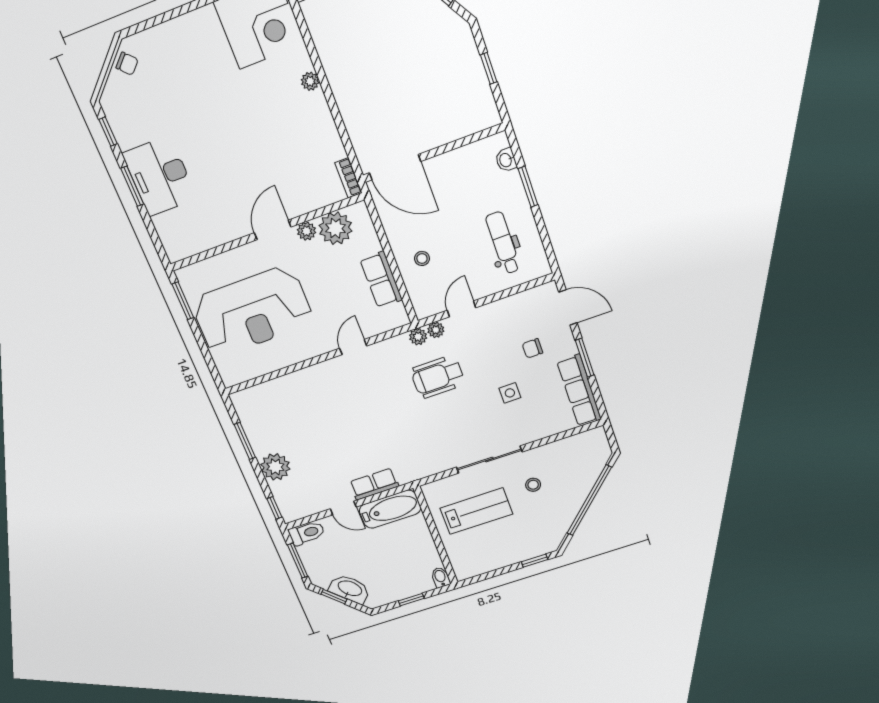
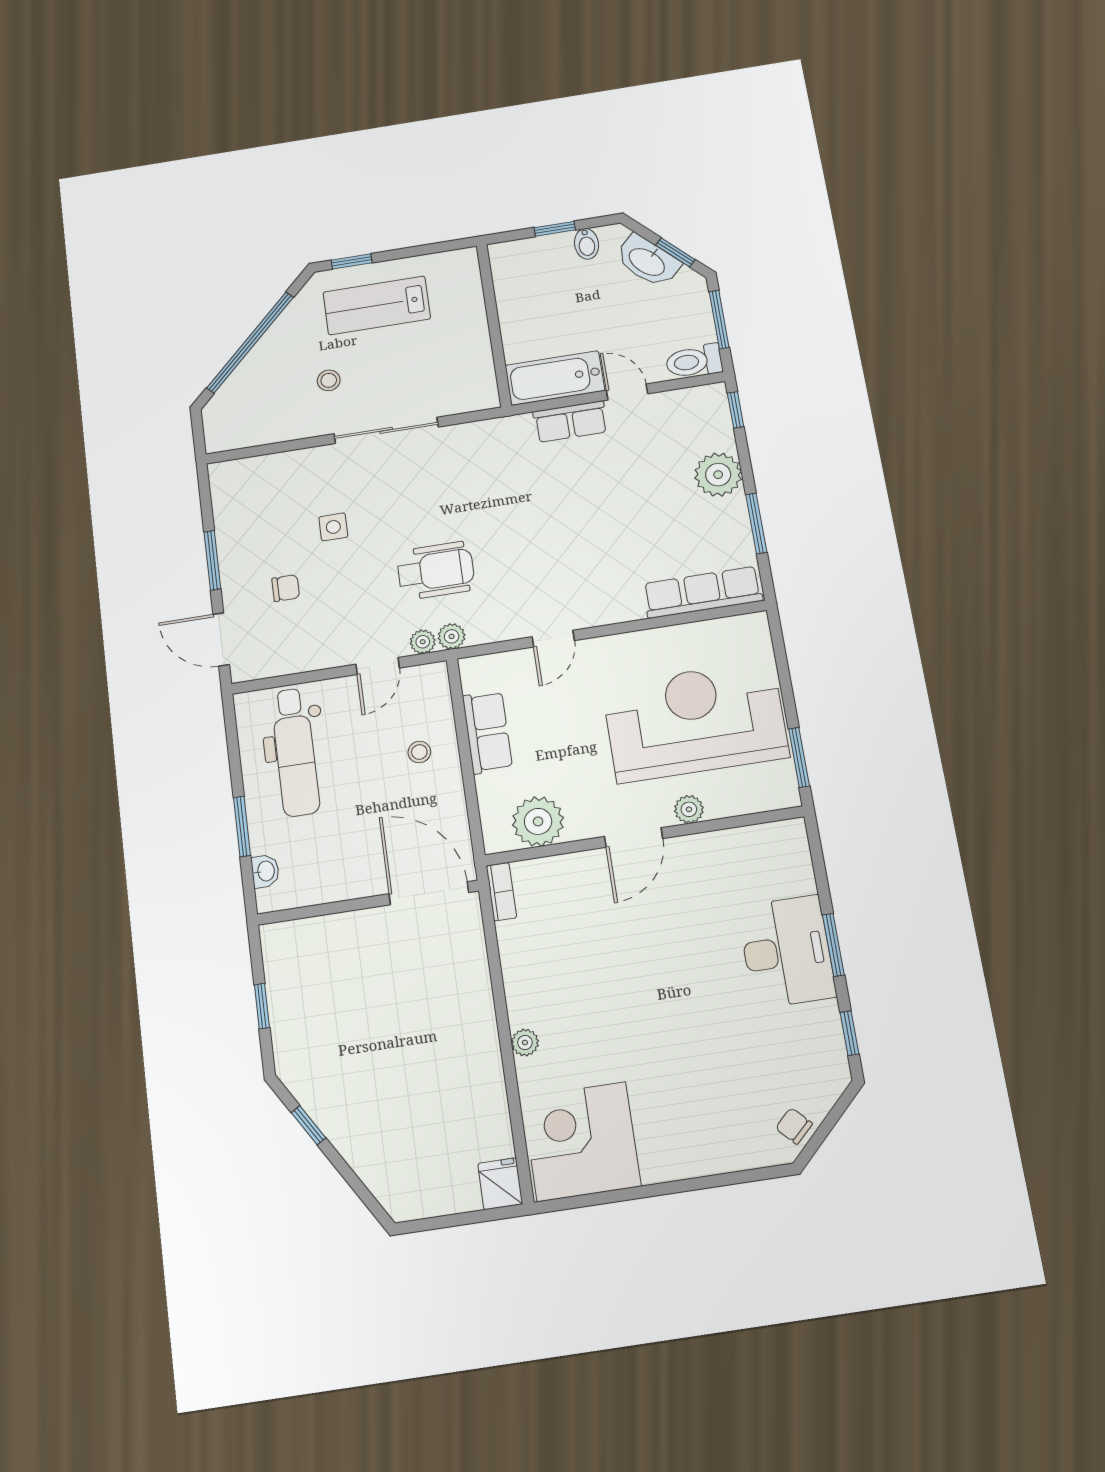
plant: (307, 231) -> (689, 809), moved
dental chair: (503, 243) -> (295, 752), width x1.36, depth x1.38
row of seats: (579, 390) -> (703, 592), moved, turned -90
lab bench: (476, 511) -> (377, 305), moved
bidet: (440, 577) -> (587, 244), moved

